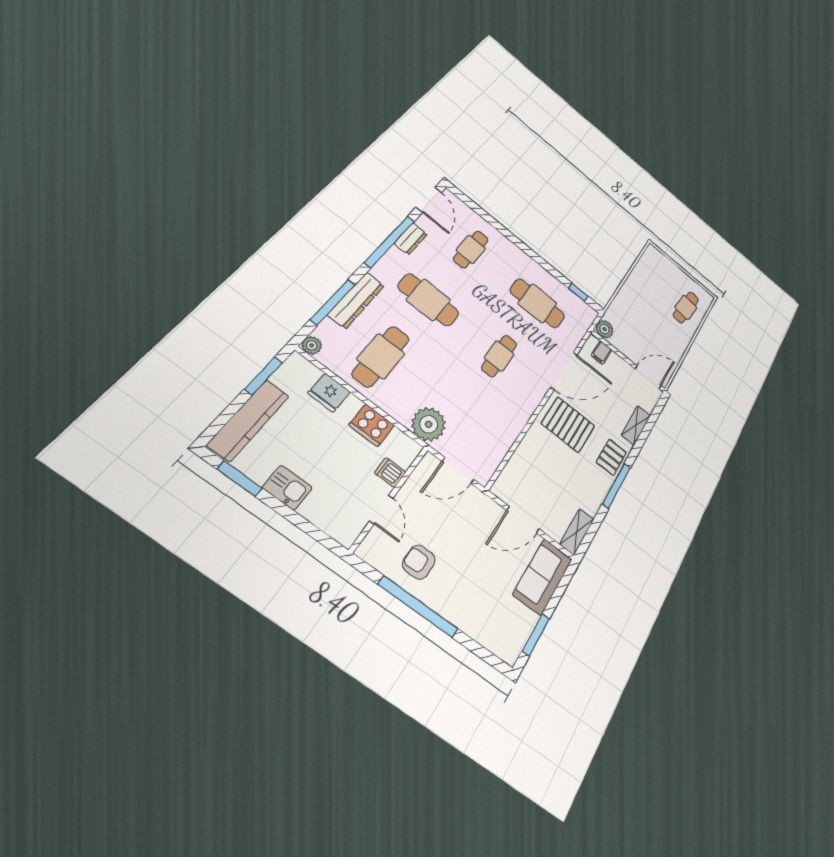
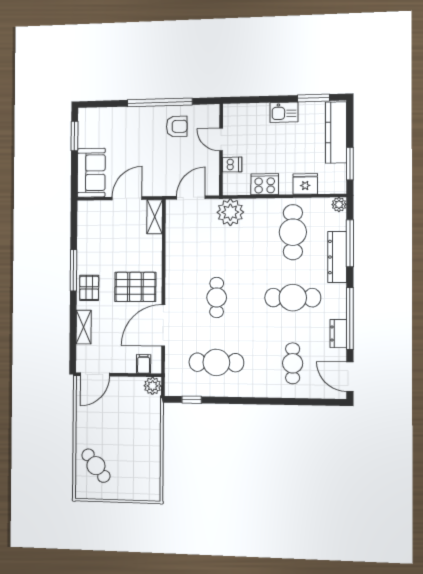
cafe table: (686, 307) -> (96, 466), turned -43
shelving: (577, 532) -> (155, 217), moved

